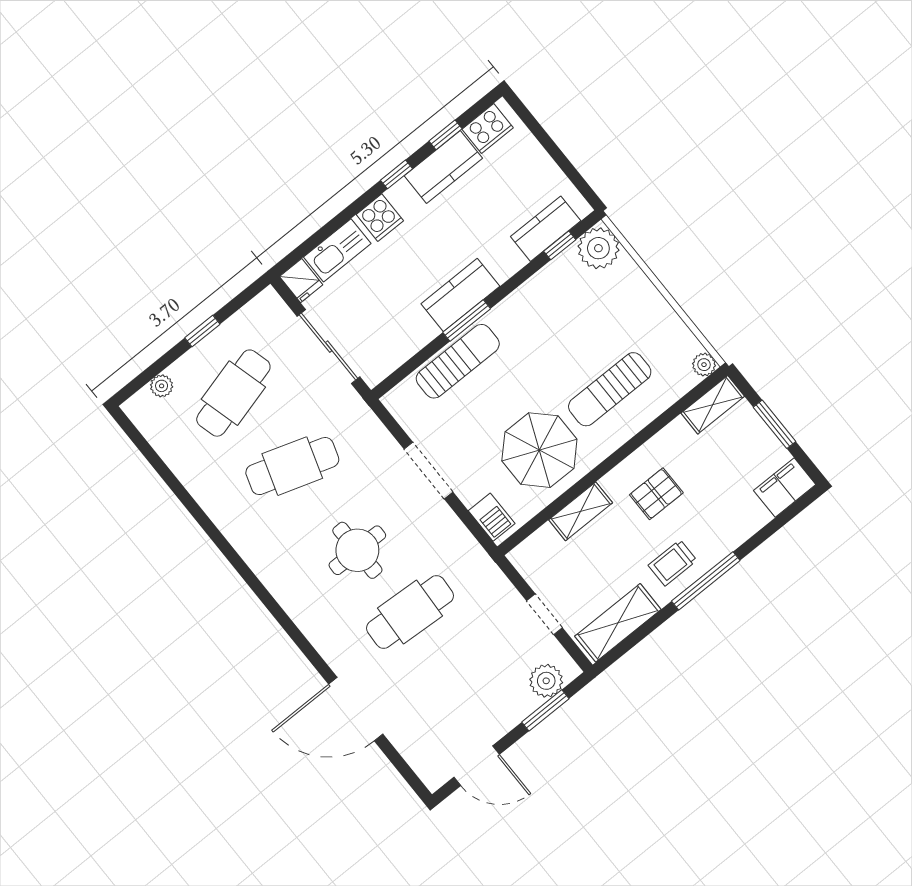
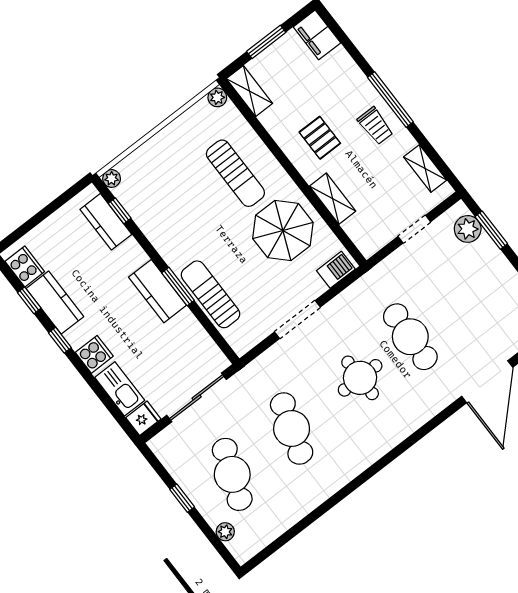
plant: (598, 248) -> (112, 178), width x0.53, depth x0.53
cafe table: (233, 393) -> (232, 474), turned 36
shelving: (618, 623) -> (425, 169), width x0.67, depth x0.75

